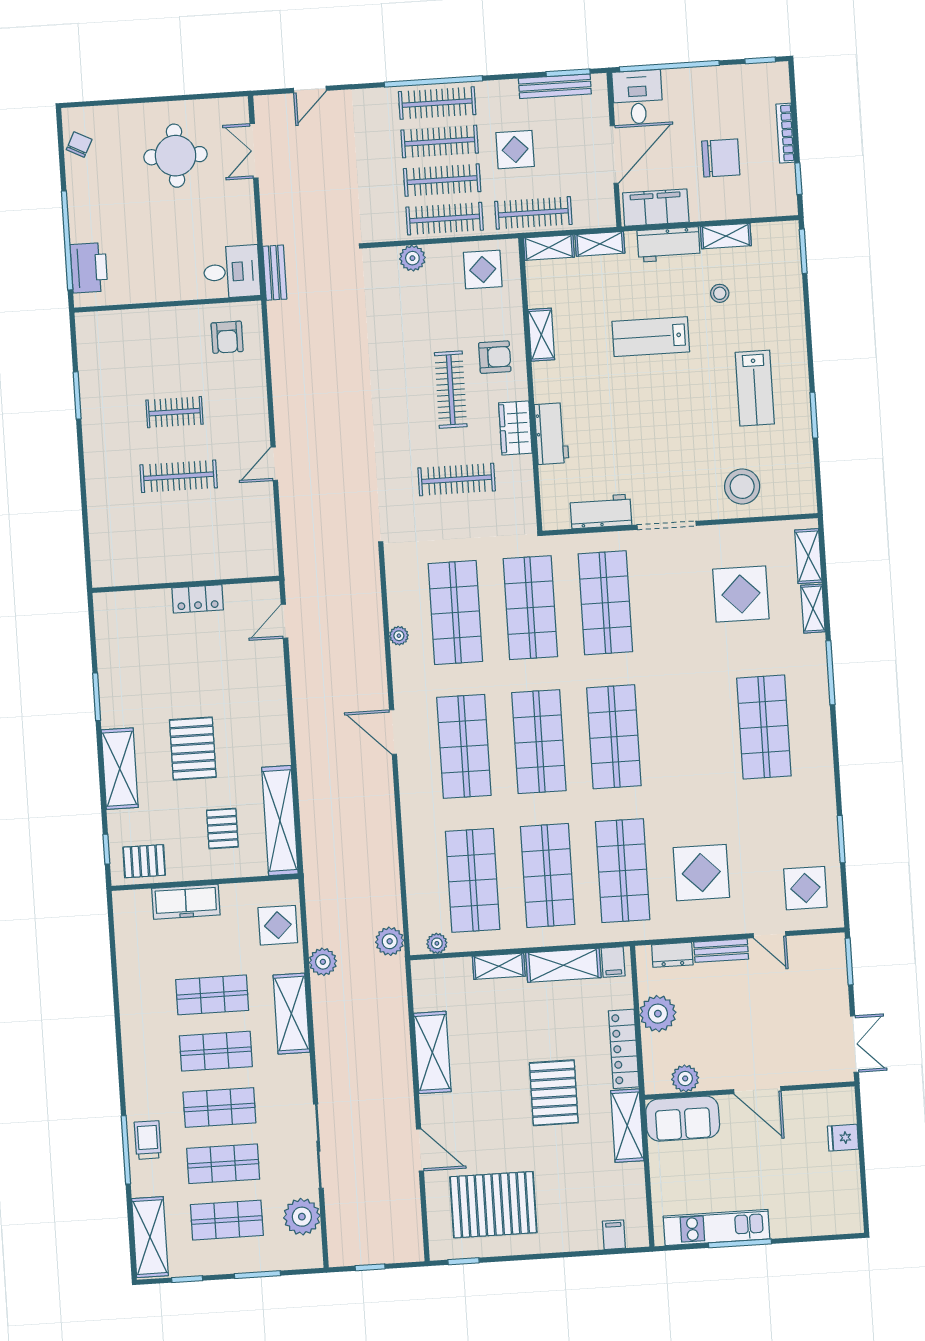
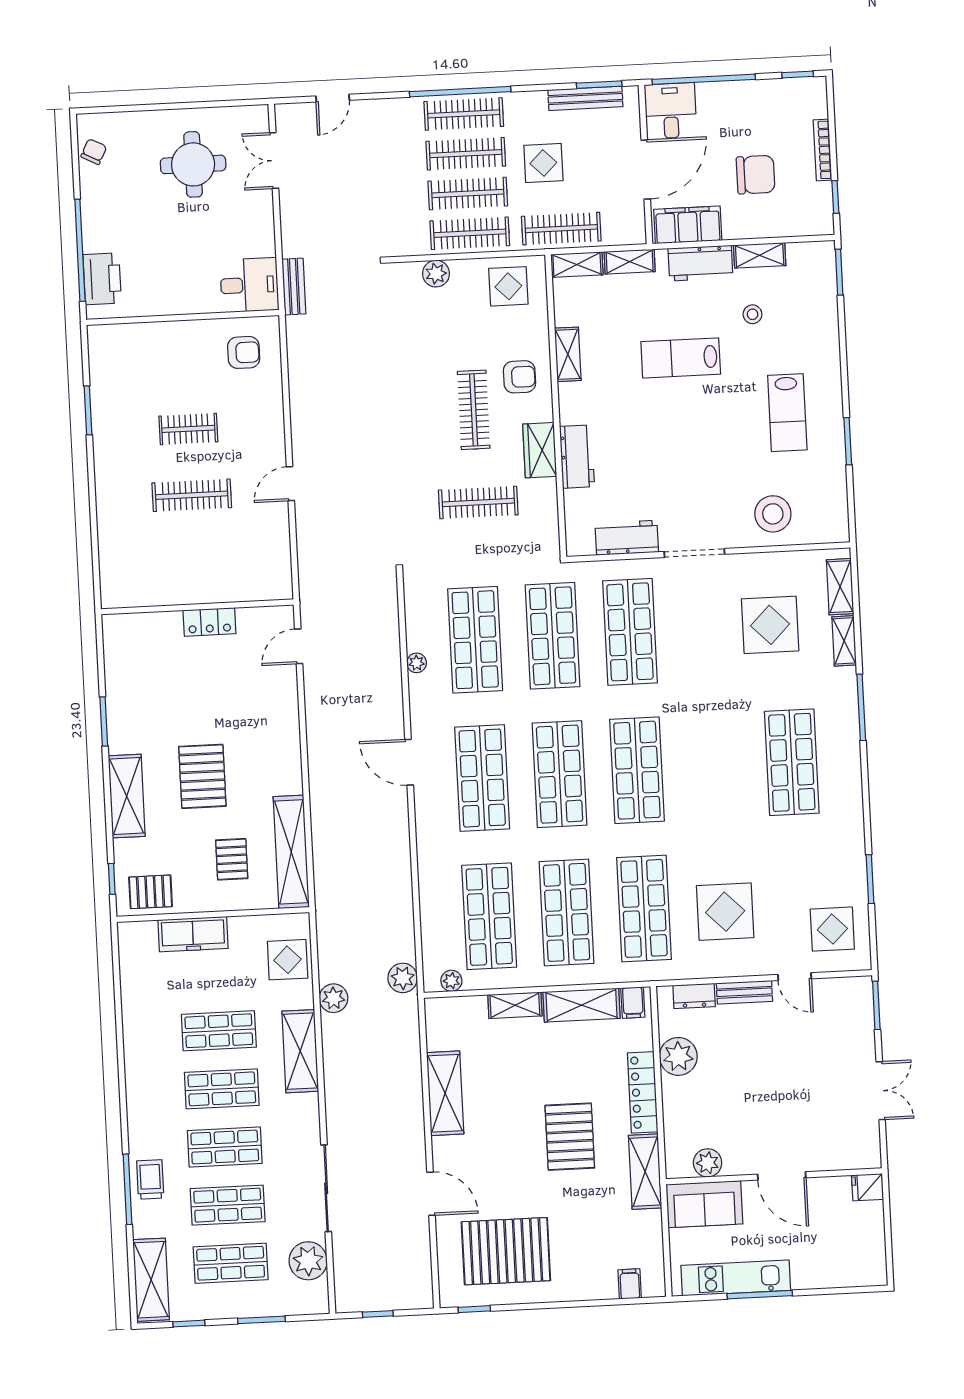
armchair: (227, 337) -> (244, 352), turned -90
plant: (685, 1078) -> (708, 1163), moved
door: (757, 1090) -> (782, 1176), moved
wall: (750, 1091) -> (774, 1176), moved
sofa: (683, 1119) -> (704, 1204), moved

